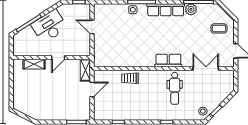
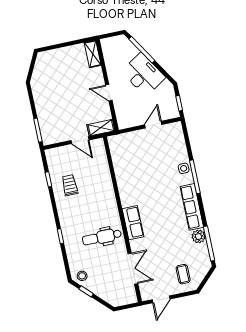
shelving: (34, 64) -> (93, 54), moved
trolley: (130, 78) -> (70, 185), moved

